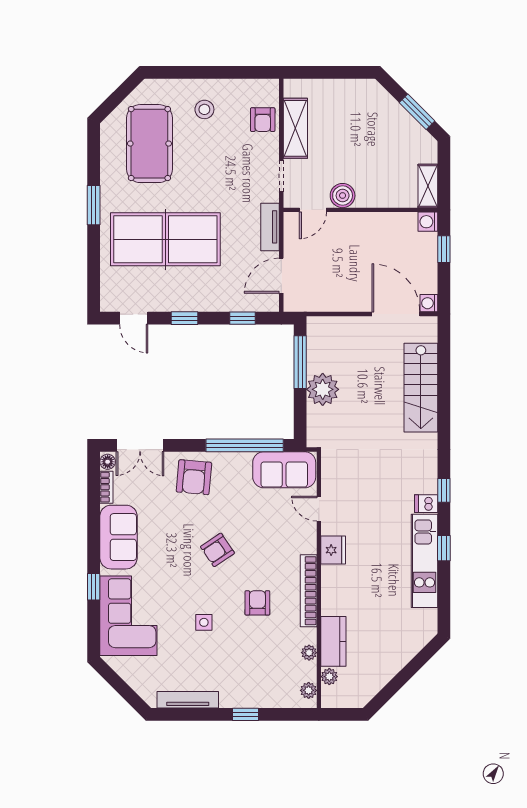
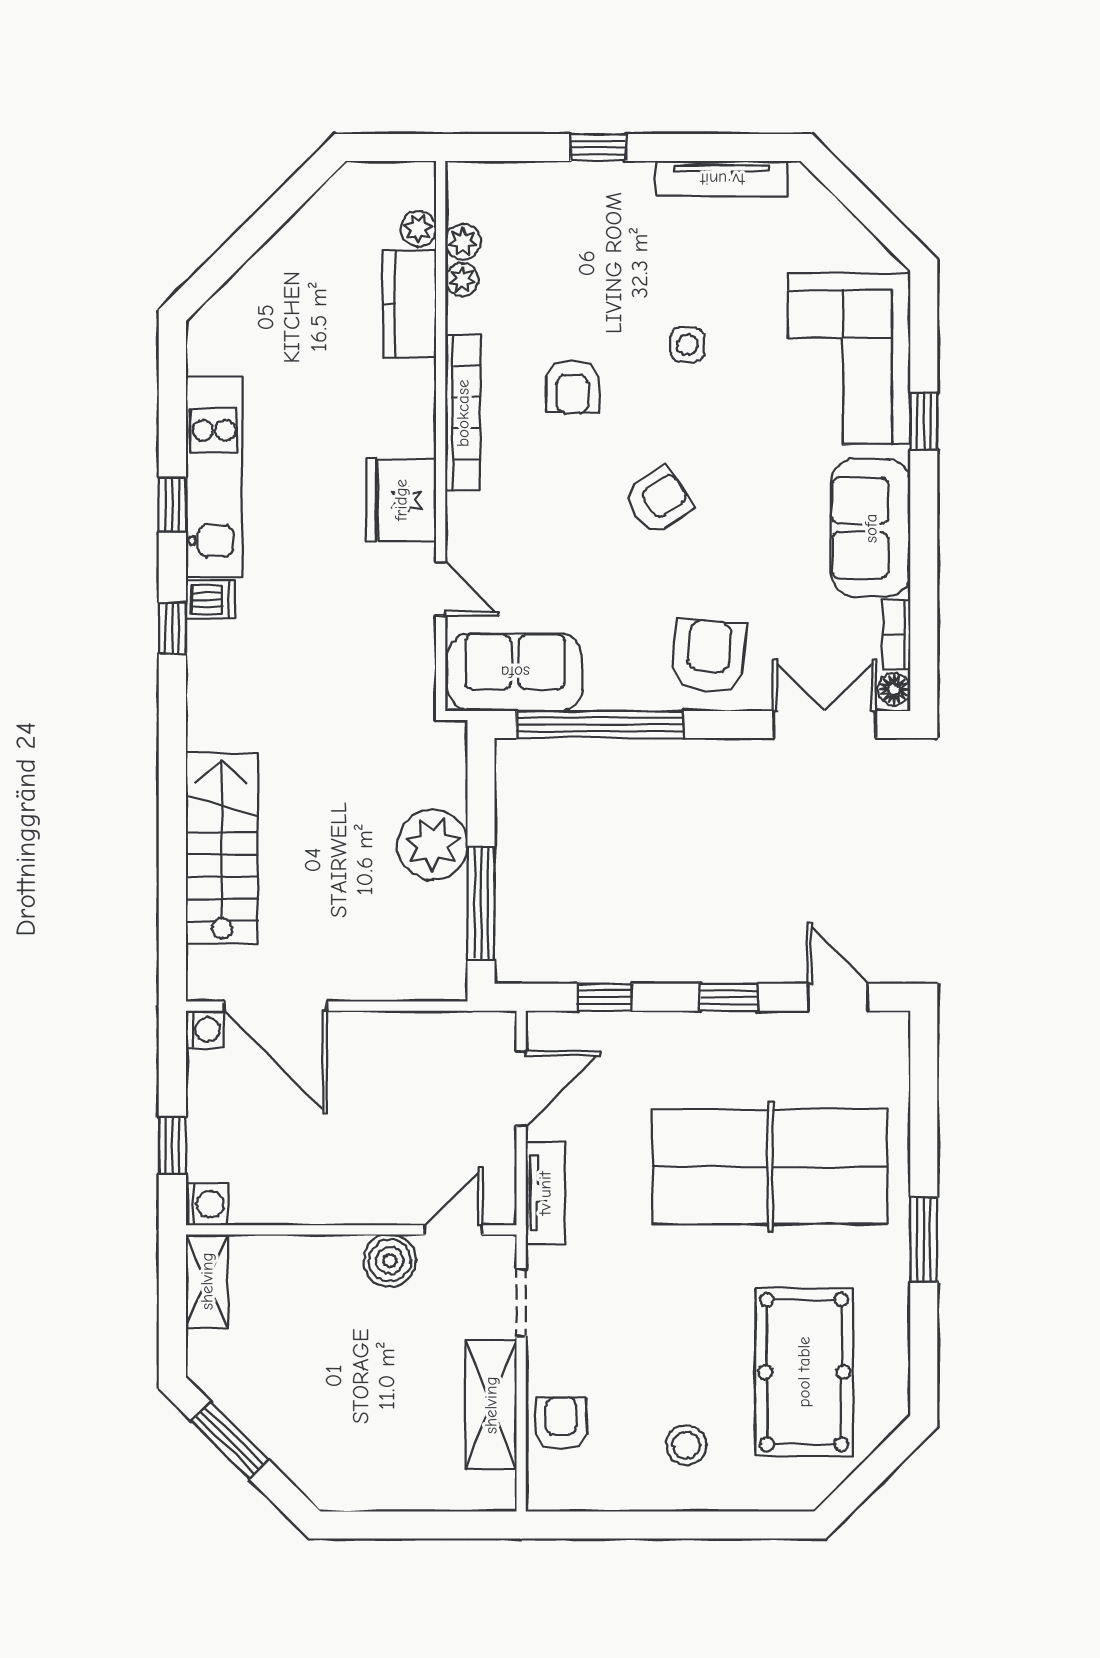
fridge: (333, 550) -> (401, 500), width x1.36, depth x1.34
plant: (309, 690) -> (463, 242), moved

